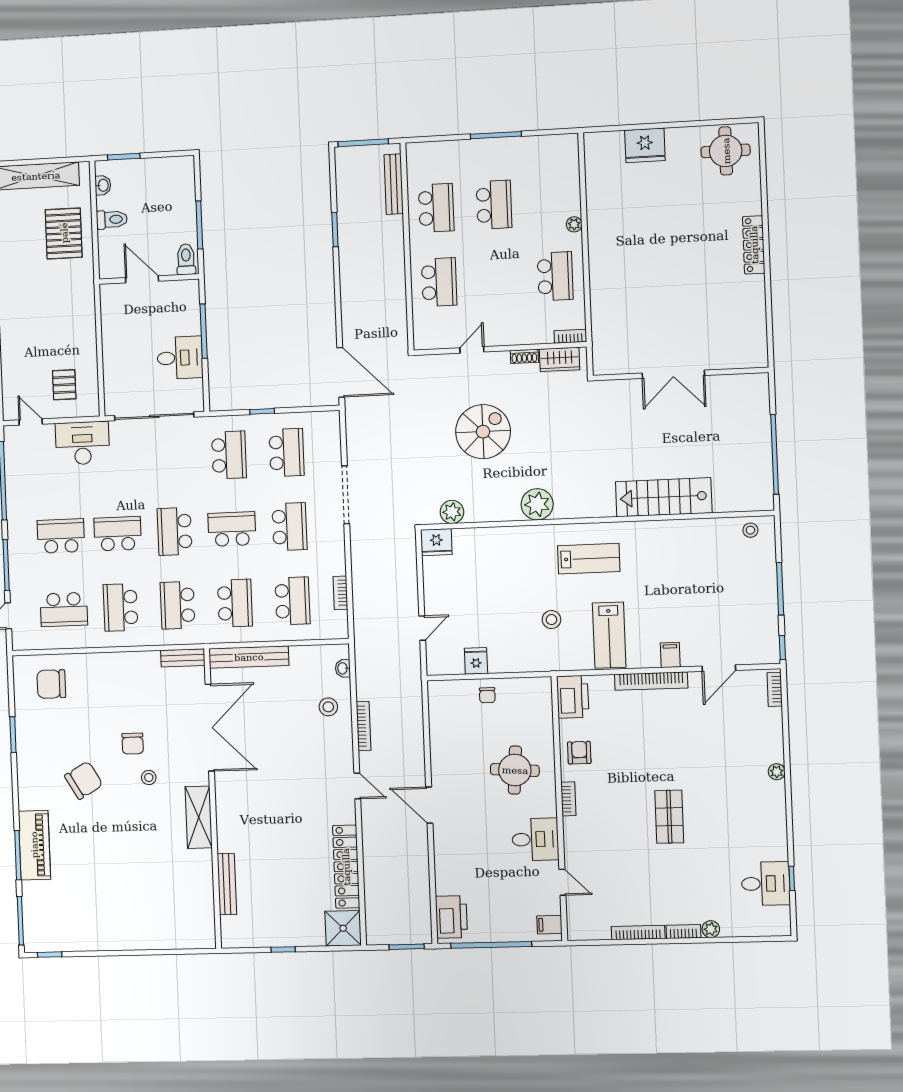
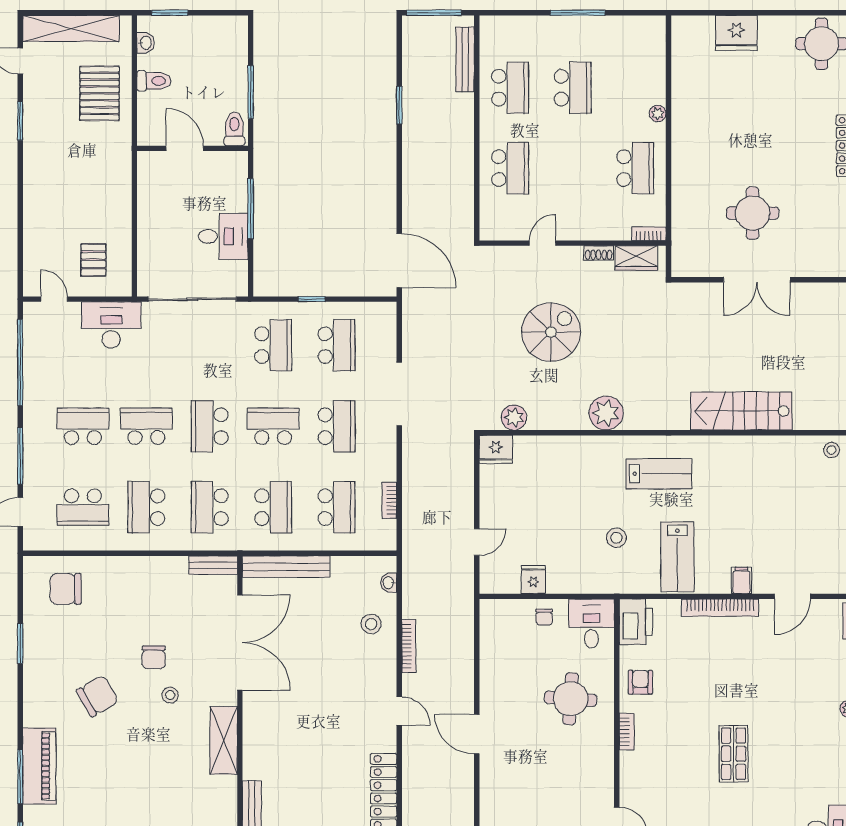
round table: (667, 312) -> (753, 213), added
desk: (535, 839) -> (591, 624), moved, turned -90

